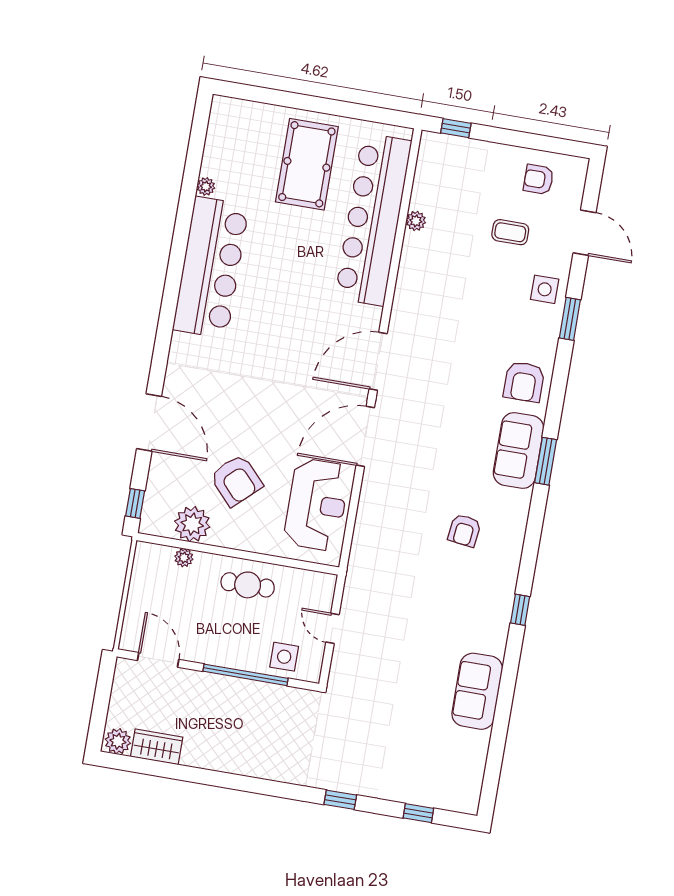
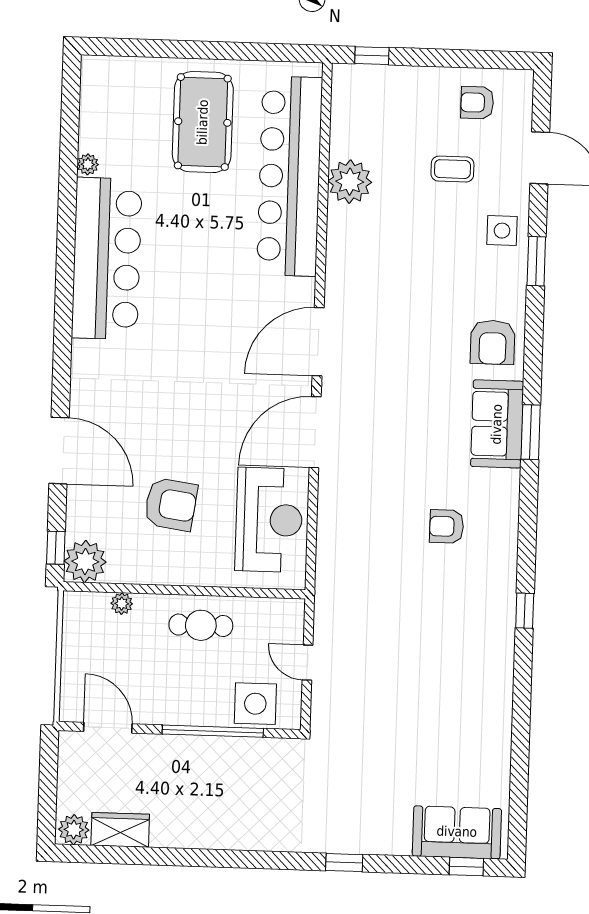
plant: (416, 221) -> (350, 182), width x1.88, depth x1.88
armchair: (236, 480) -> (171, 504), turned -39
plant: (192, 524) -> (85, 561), moved
armchair: (464, 530) -> (447, 526), turned 83
side table: (284, 657) -> (255, 704), width x1.37, depth x1.37
sofa: (477, 691) -> (457, 832), moved, turned 90
window: (418, 813) -> (466, 867), moved

